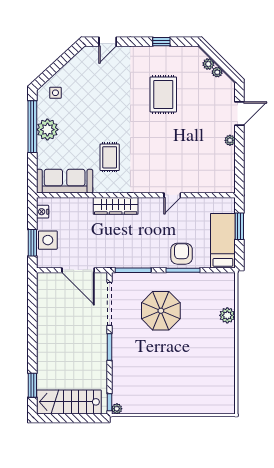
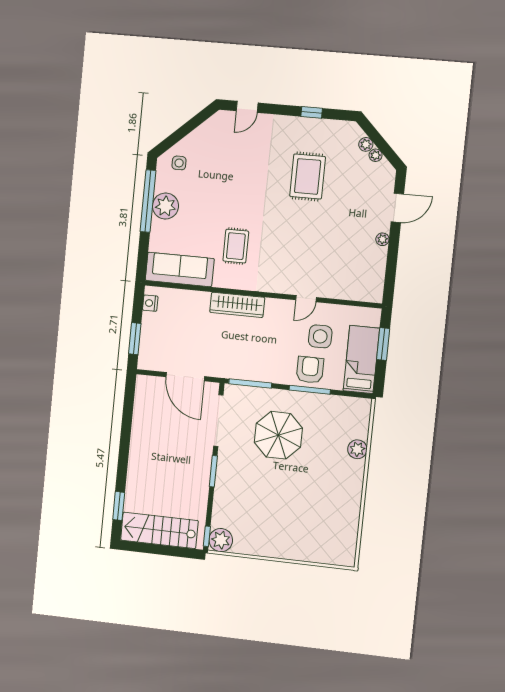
side table: (48, 240) -> (320, 336), moved
plant: (117, 409) -> (221, 540), width x1.87, depth x1.87

